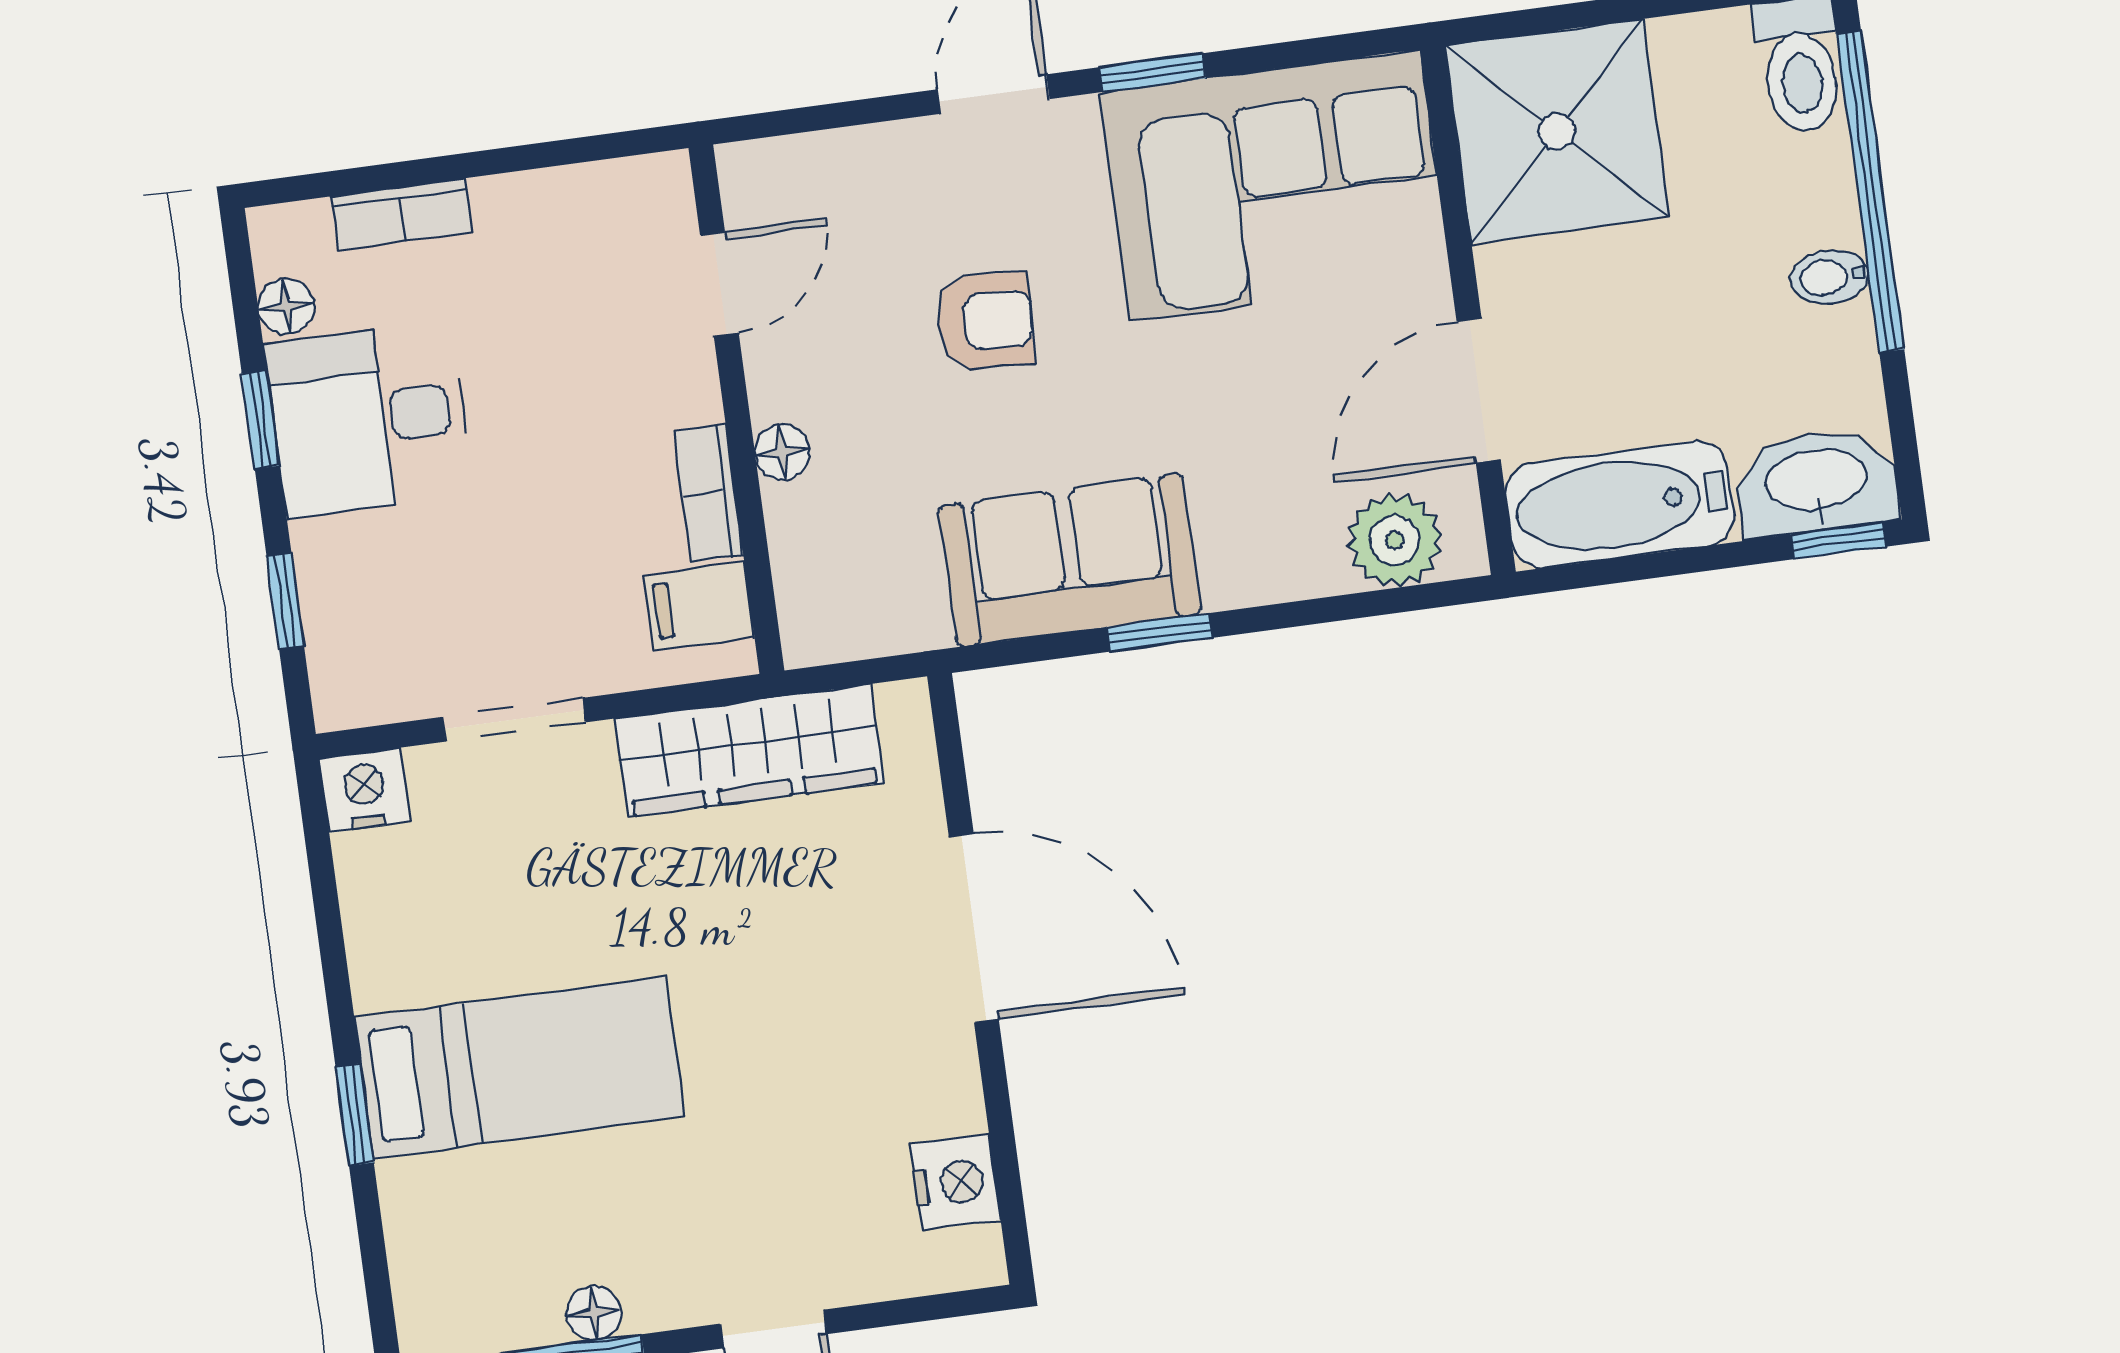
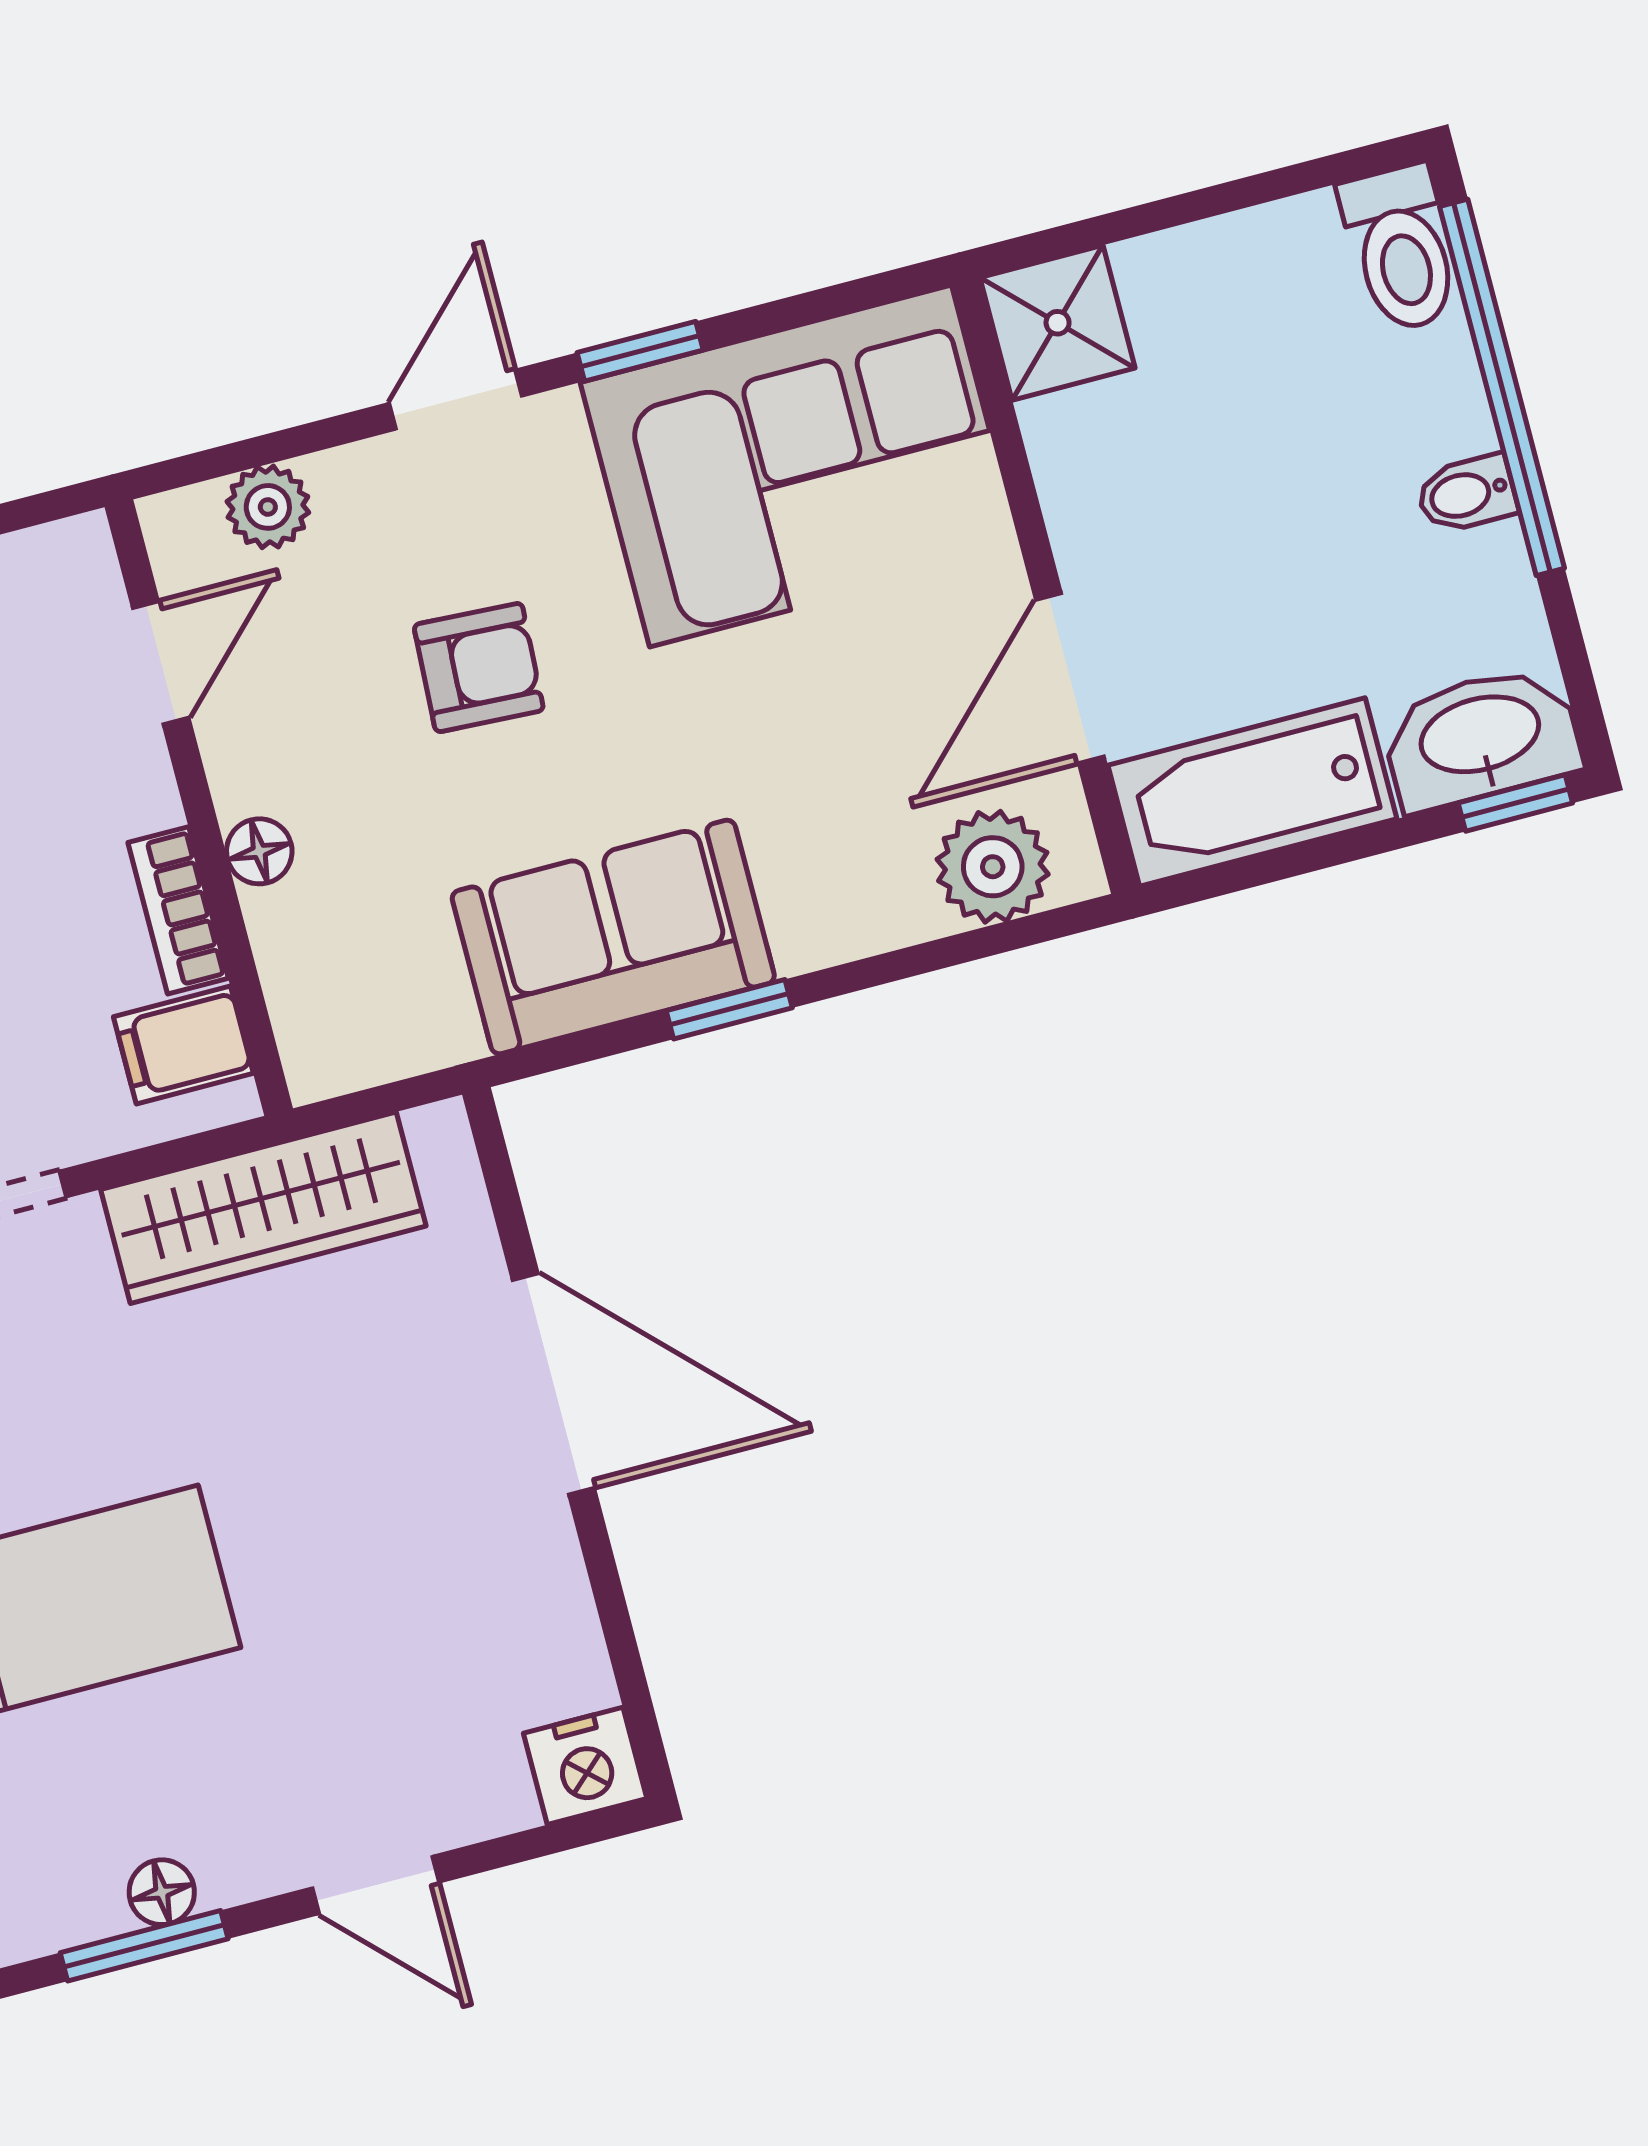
shower: (1557, 131) -> (1058, 323), width x0.54, depth x0.54
plant: (825, 165) -> (268, 507), added
nightstand: (955, 1182) -> (585, 1766), moved, turned 90

